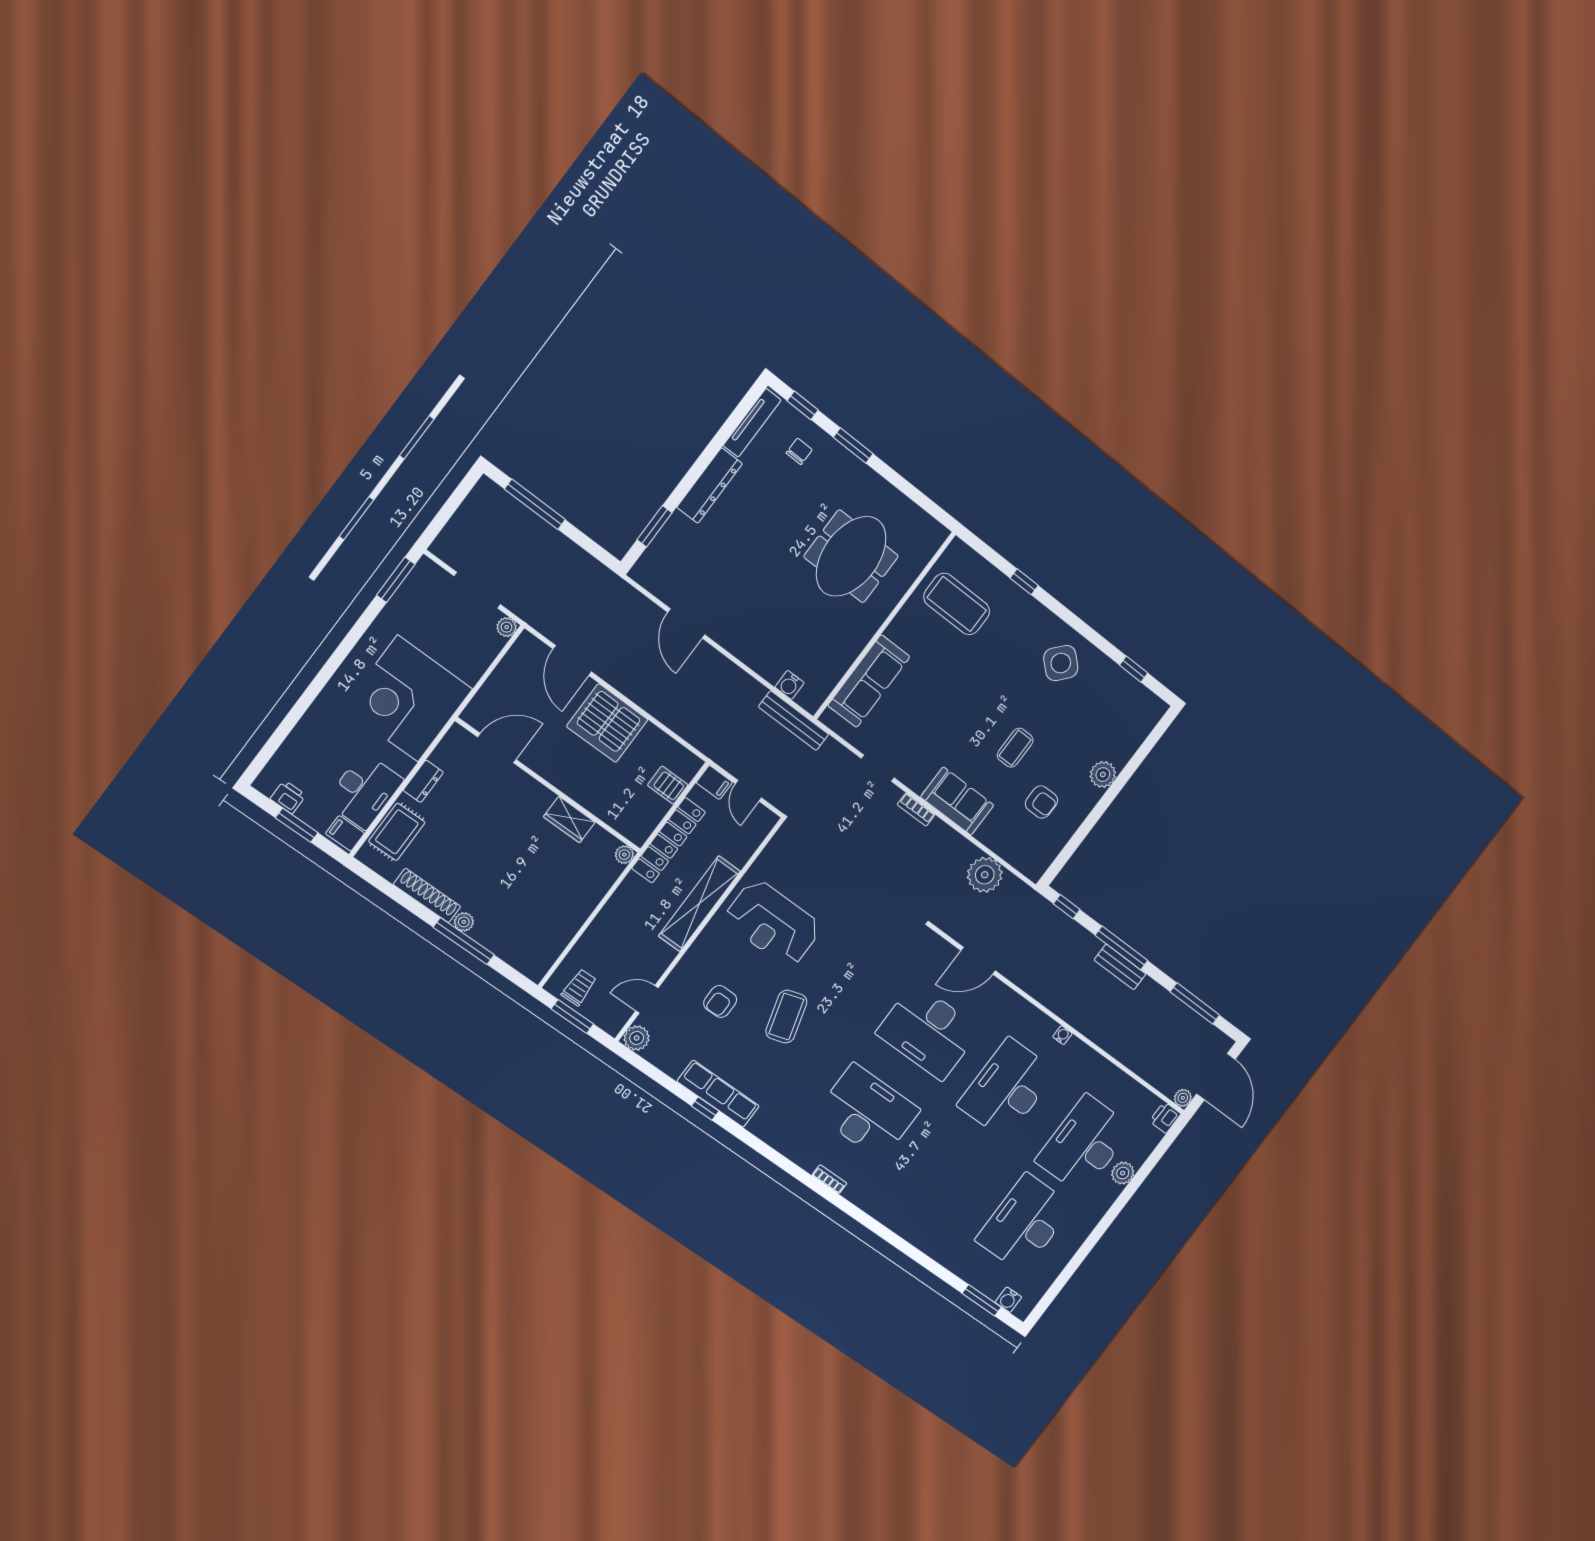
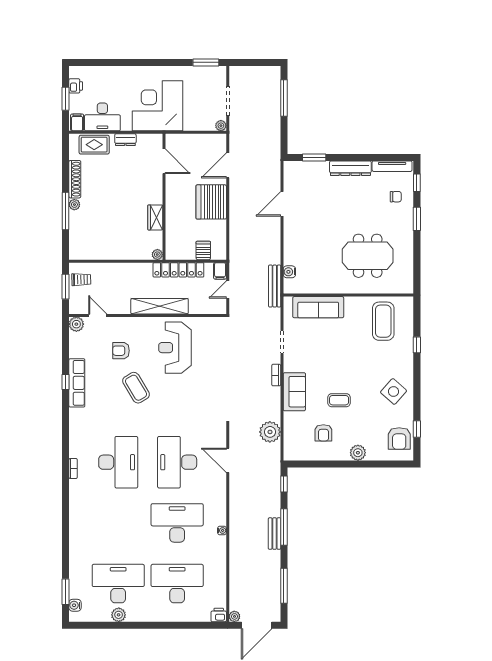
armchair: (1128, 703) -> (399, 438), added
coffee table: (786, 1017) -> (136, 388), turned 76
plant: (1123, 1173) -> (119, 615), moved

